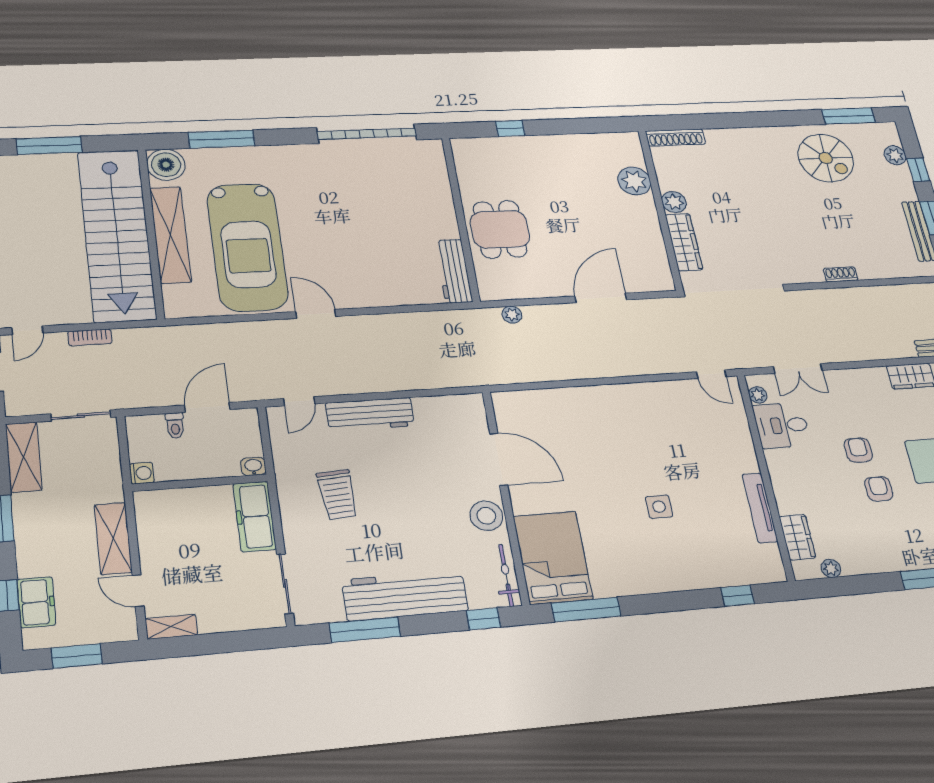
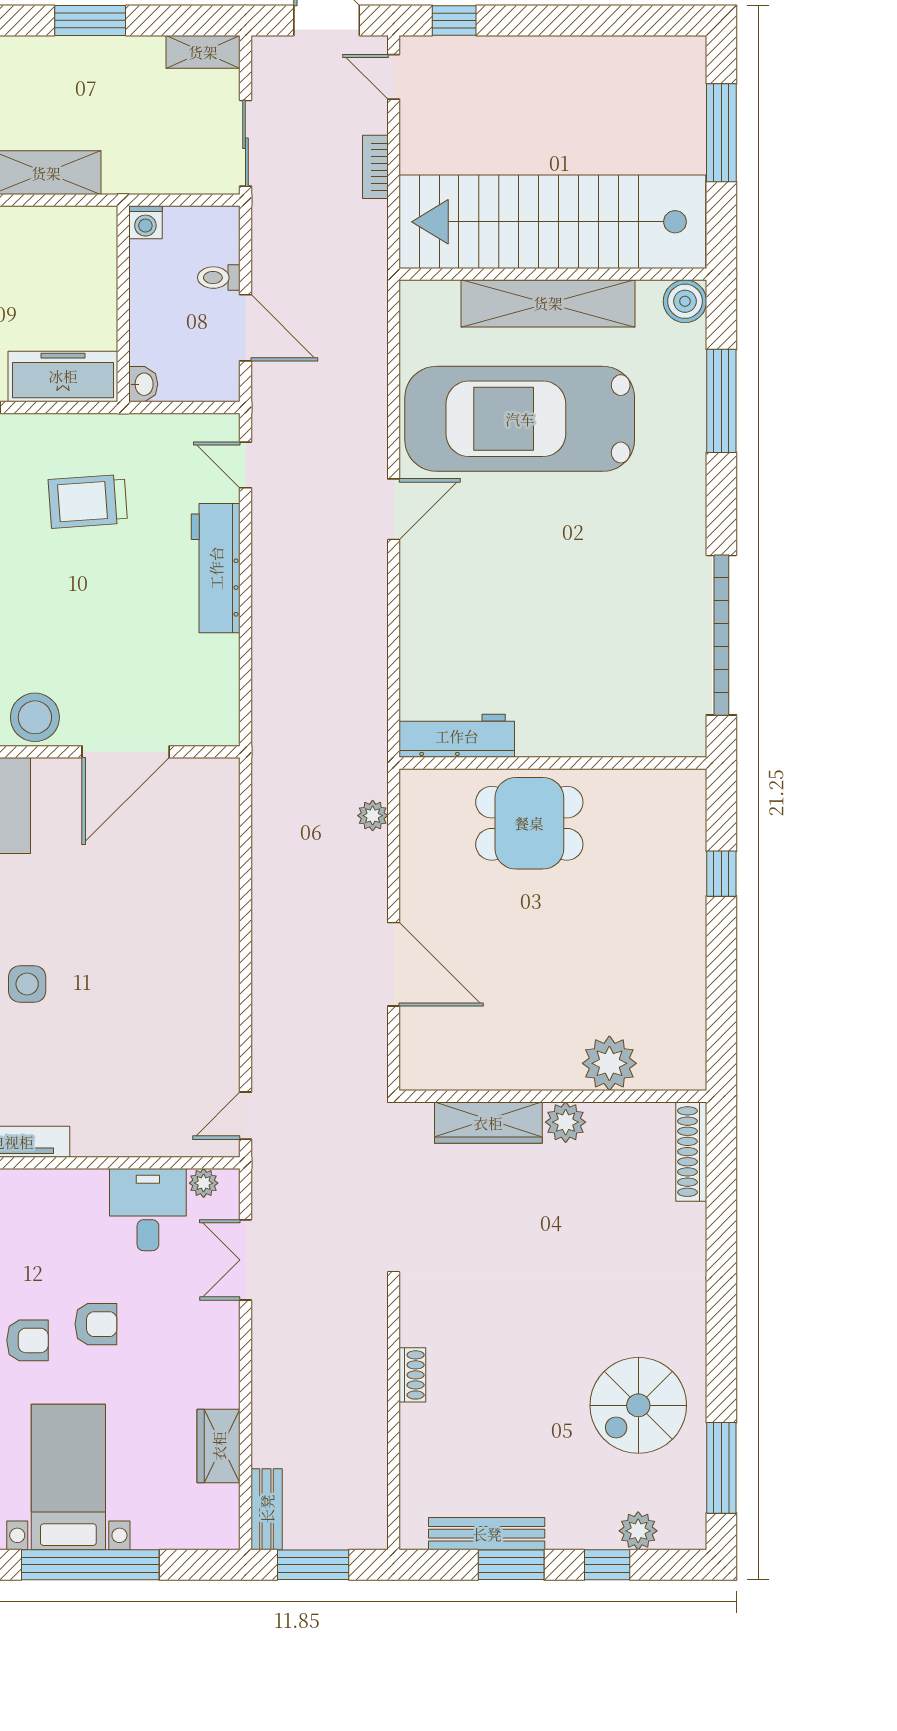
boiler: (166, 165) -> (685, 301), width x0.73, depth x0.73
shelving: (24, 457) -> (203, 52), width x0.67, depth x0.75

